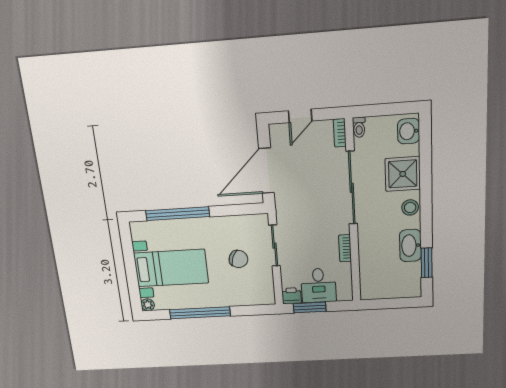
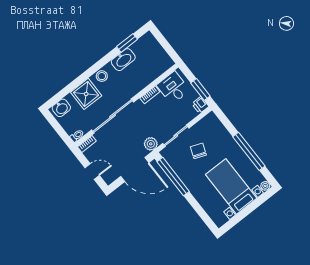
plant: (285, 211) -> (151, 144), added
window: (178, 214) -> (173, 177), moved
desk: (319, 285) -> (173, 88), moved, turned -90

